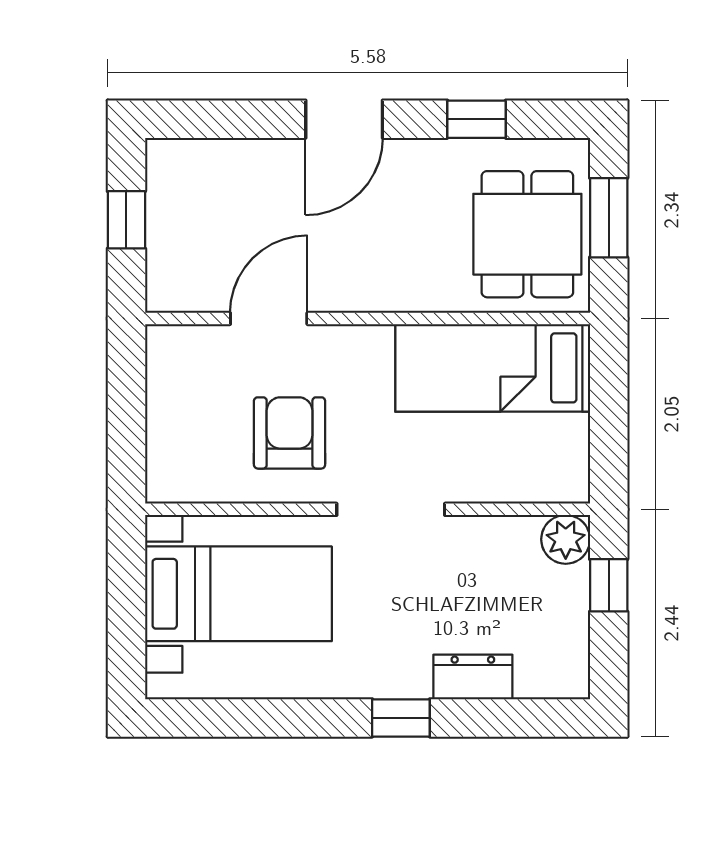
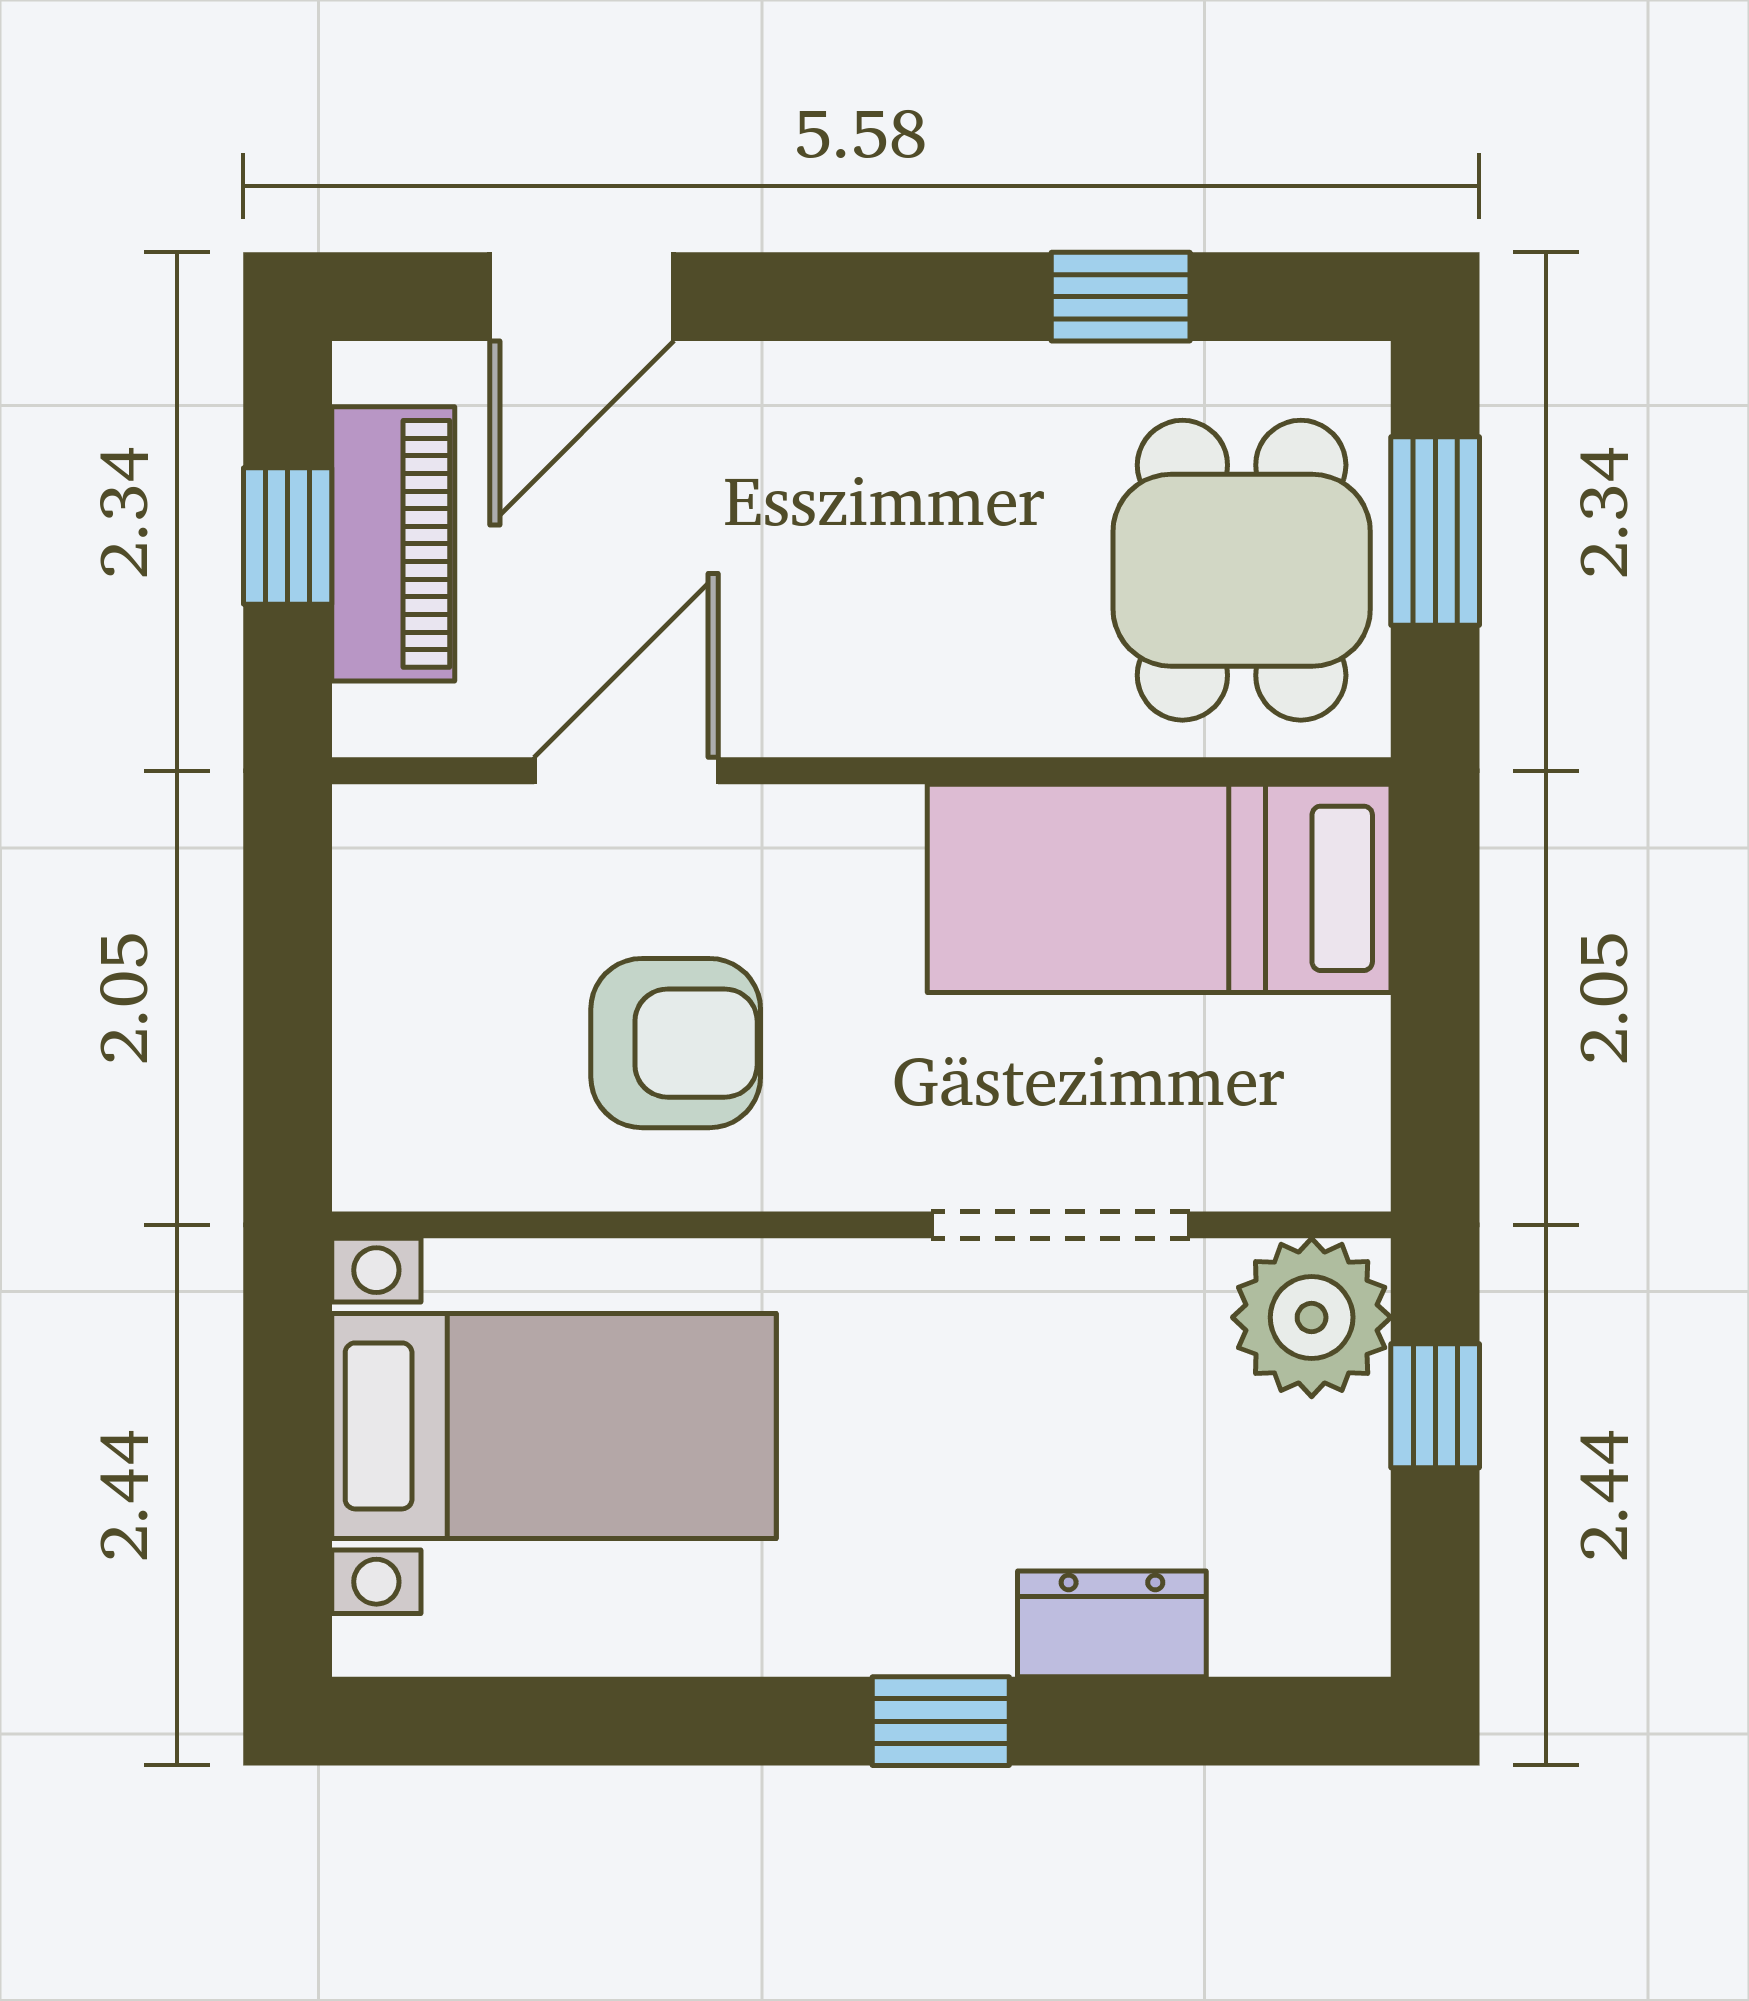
door: (344, 119) -> (582, 297), moved
piano: (171, 223) -> (393, 544), added
armchair: (290, 433) -> (676, 1043), turned 90
doorway: (391, 509) -> (1060, 1225), moved
plant: (566, 539) -> (1312, 1317), width x1.36, depth x1.36

